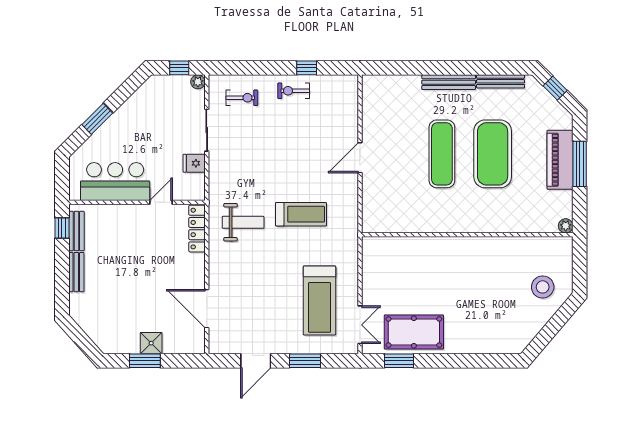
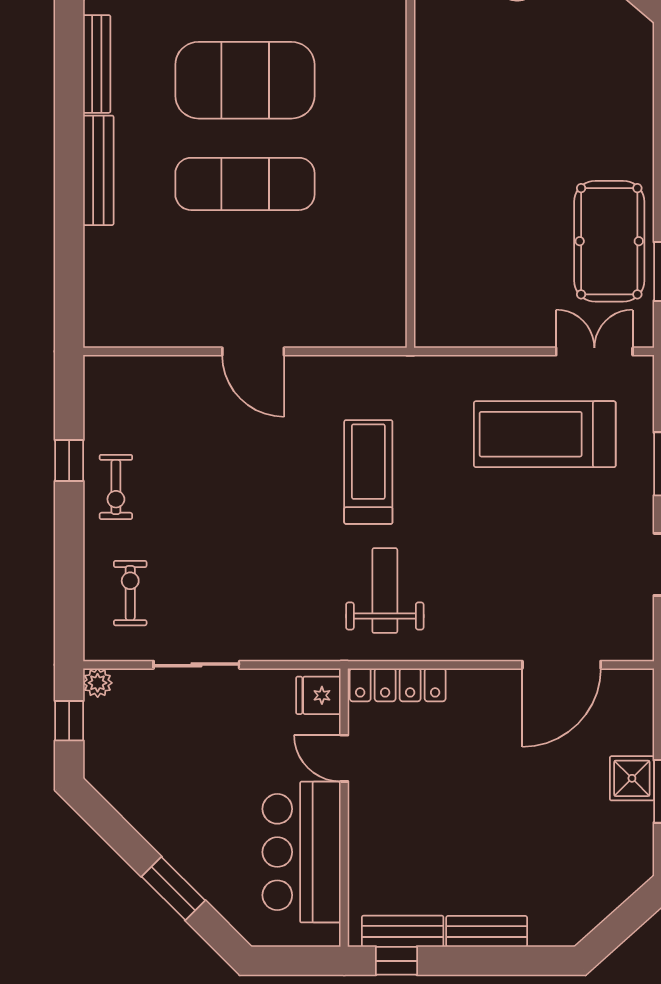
fridge: (194, 163) -> (318, 695), moved, turned 90
treadmill: (319, 301) -> (545, 434), turned 180

